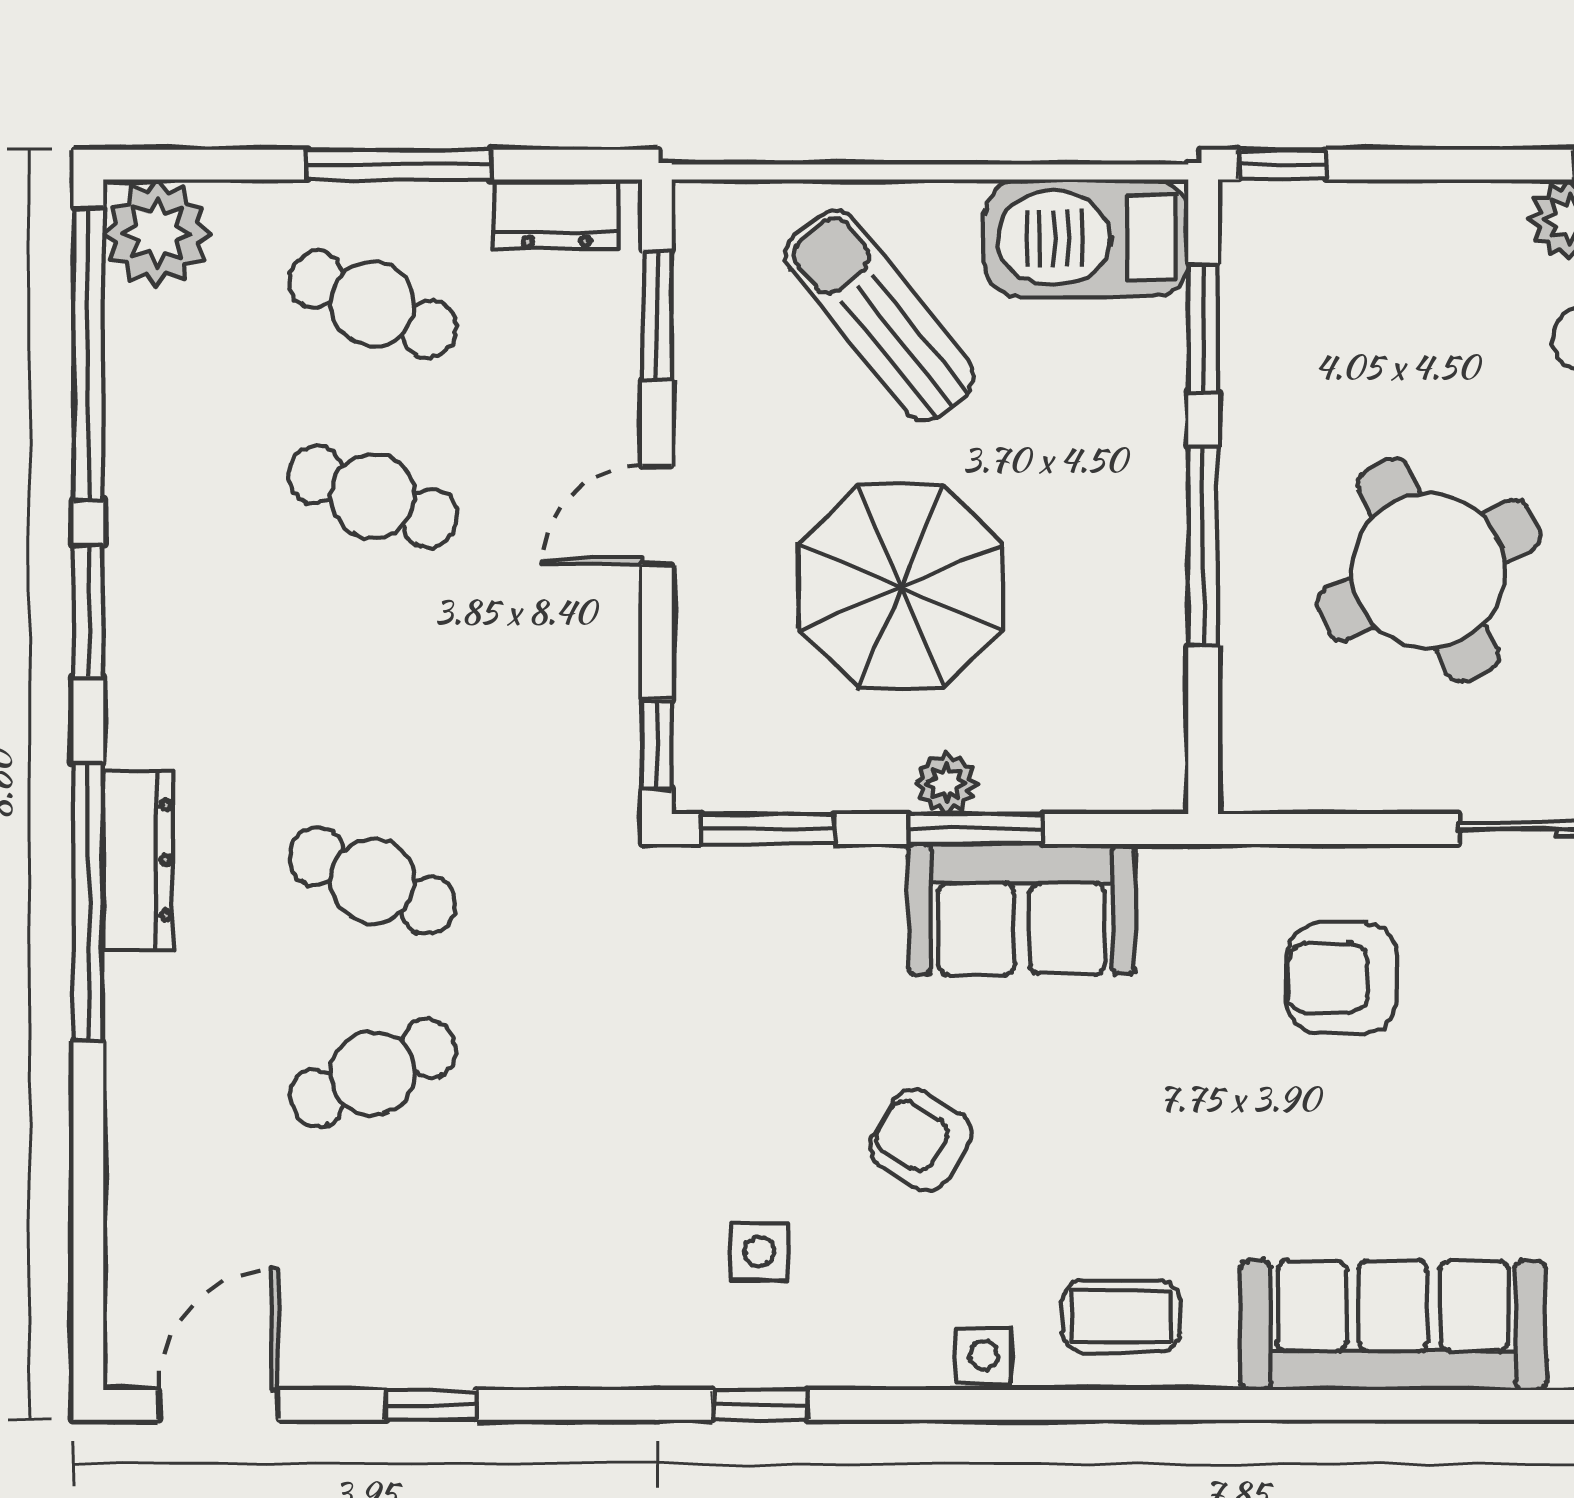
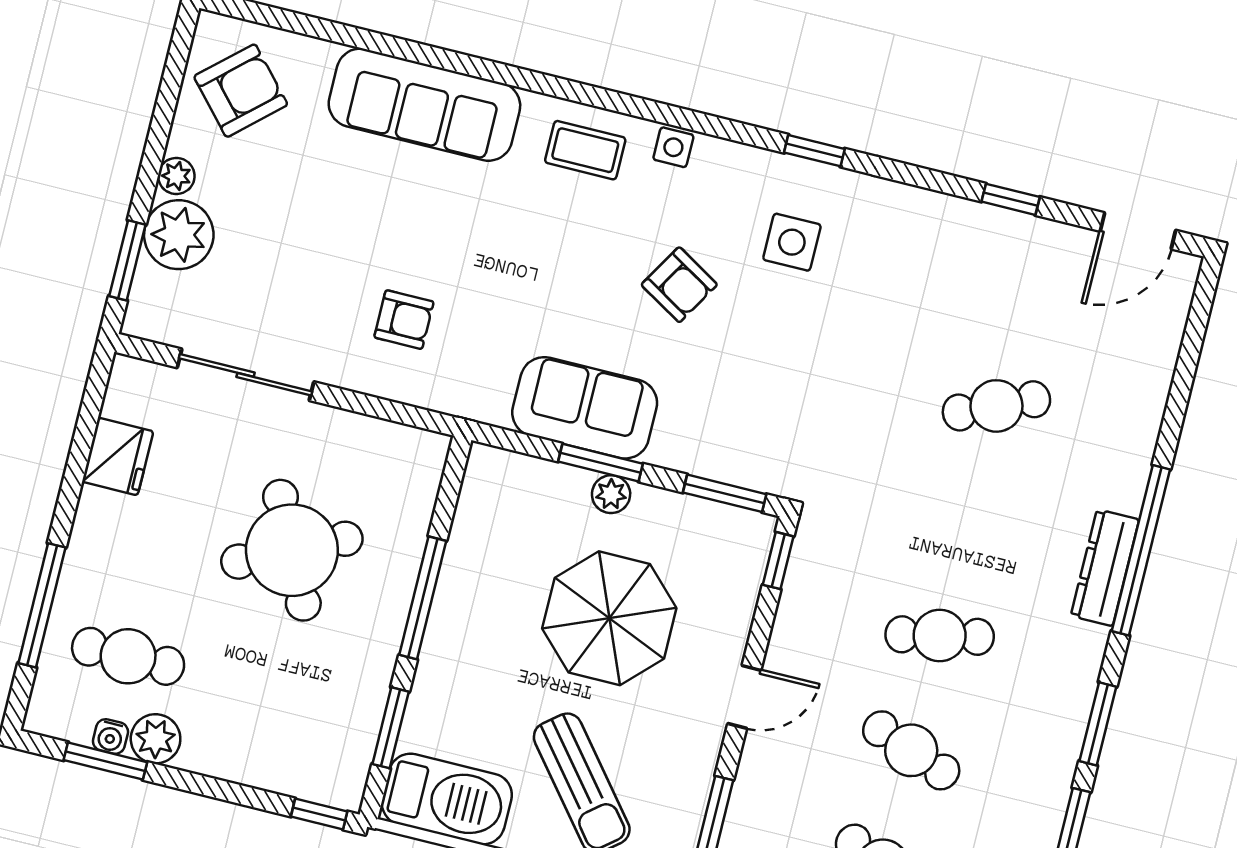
cafe table: (373, 881) -> (940, 636), moved, turned -36
armchair: (1341, 978) -> (404, 320), width x0.72, depth x0.72
side table: (759, 1252) -> (792, 242), width x1.37, depth x1.37

